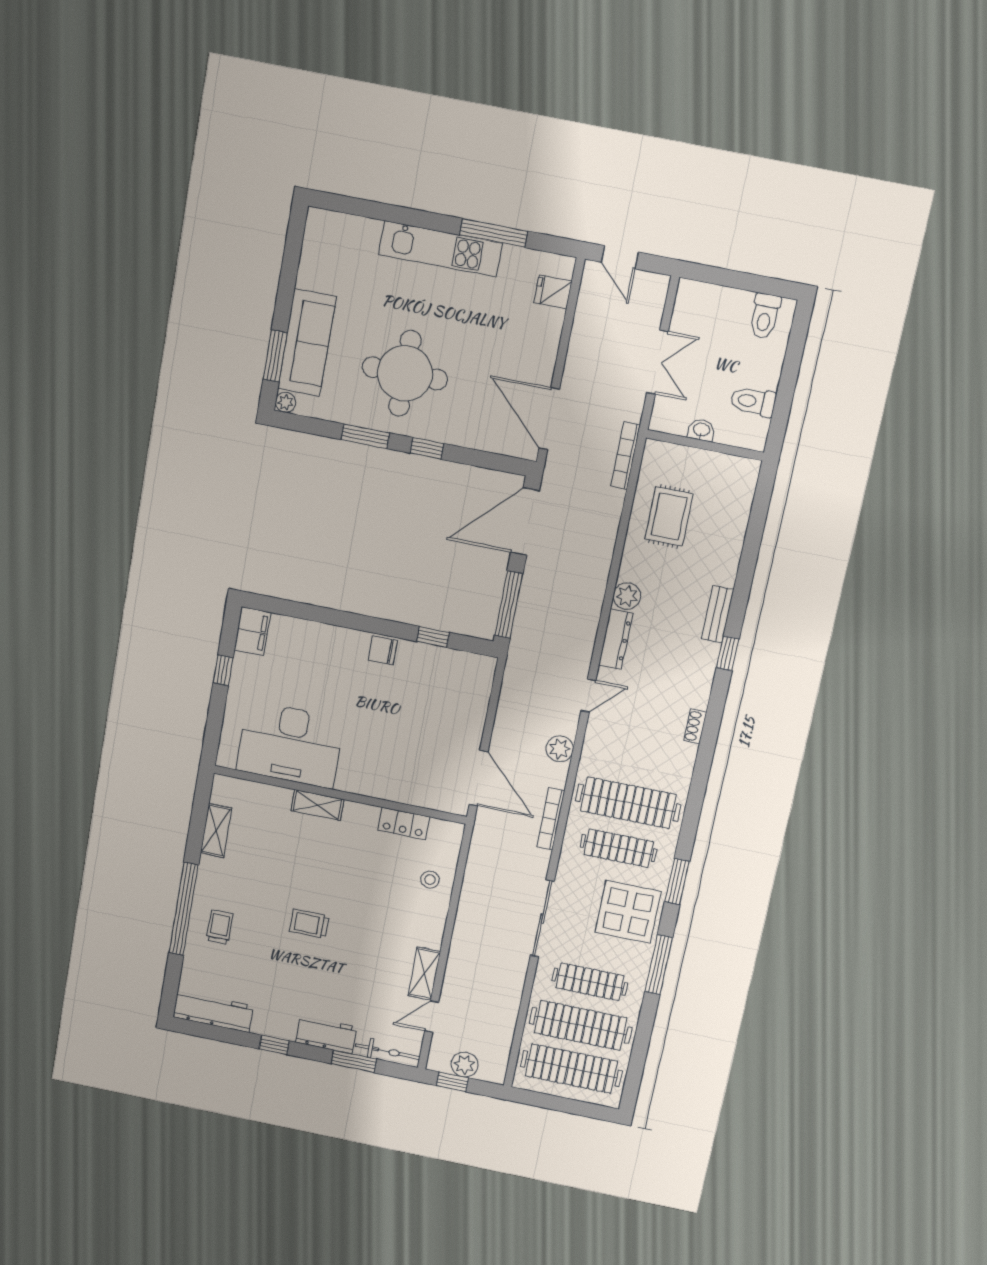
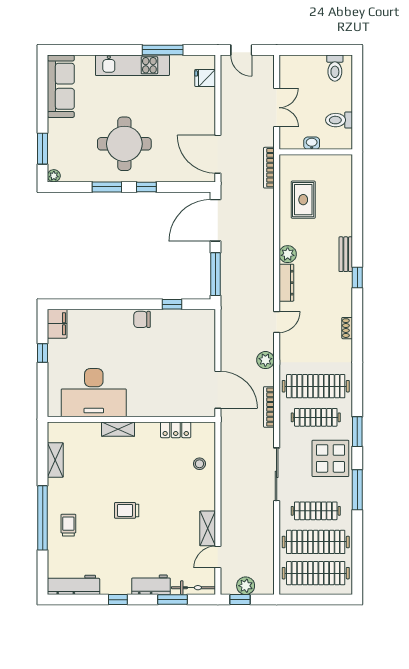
sofa: (307, 343) -> (61, 86), moved

